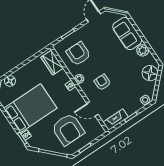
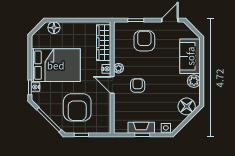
armchair: (78, 54) -> (144, 41), moved
wardrobe: (52, 63) -> (104, 43), width x1.50
door: (92, 109) -> (112, 85), moved
fireplace: (116, 120) -> (141, 128), moved

